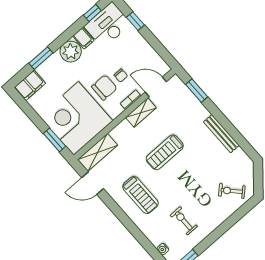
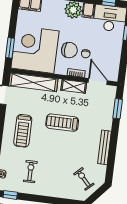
shelving: (98, 152) -> (33, 82), width x1.47
exercise bike: (232, 191) -> (84, 179), moved

